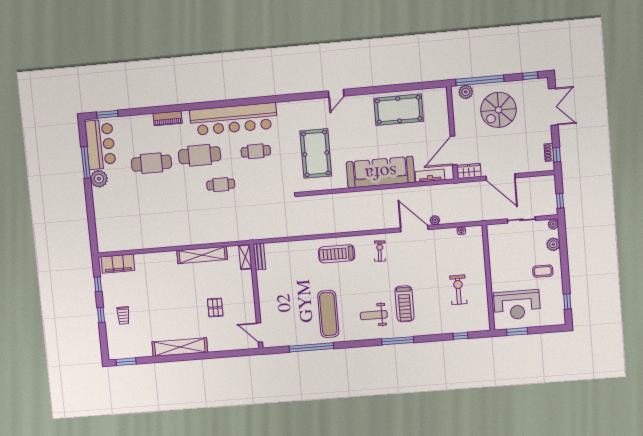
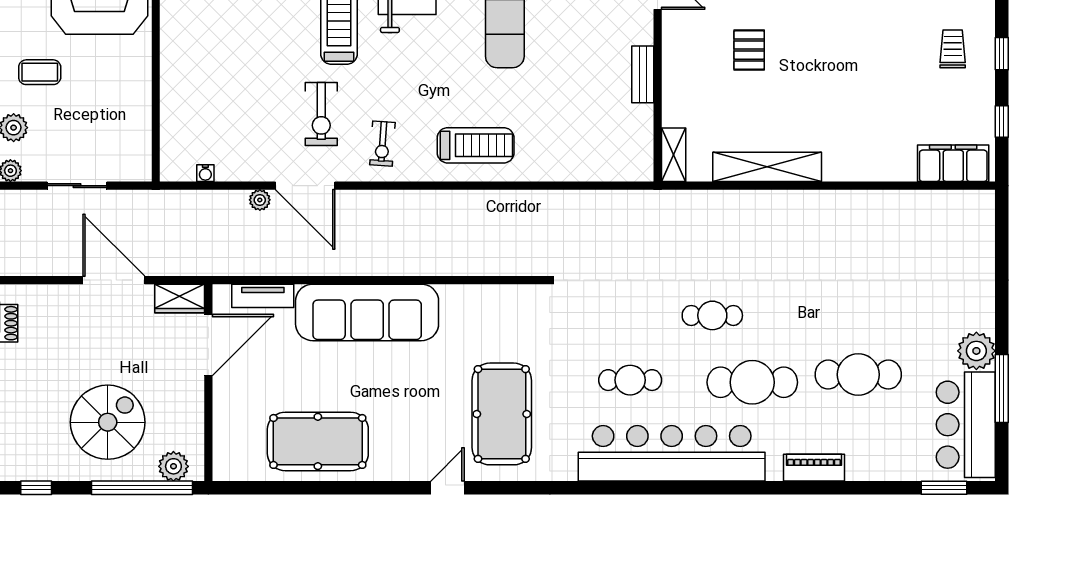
pool table: (316, 153) -> (502, 414), moved
bench: (259, 257) -> (643, 74), moved
exercise bike: (458, 290) -> (321, 114), moved

